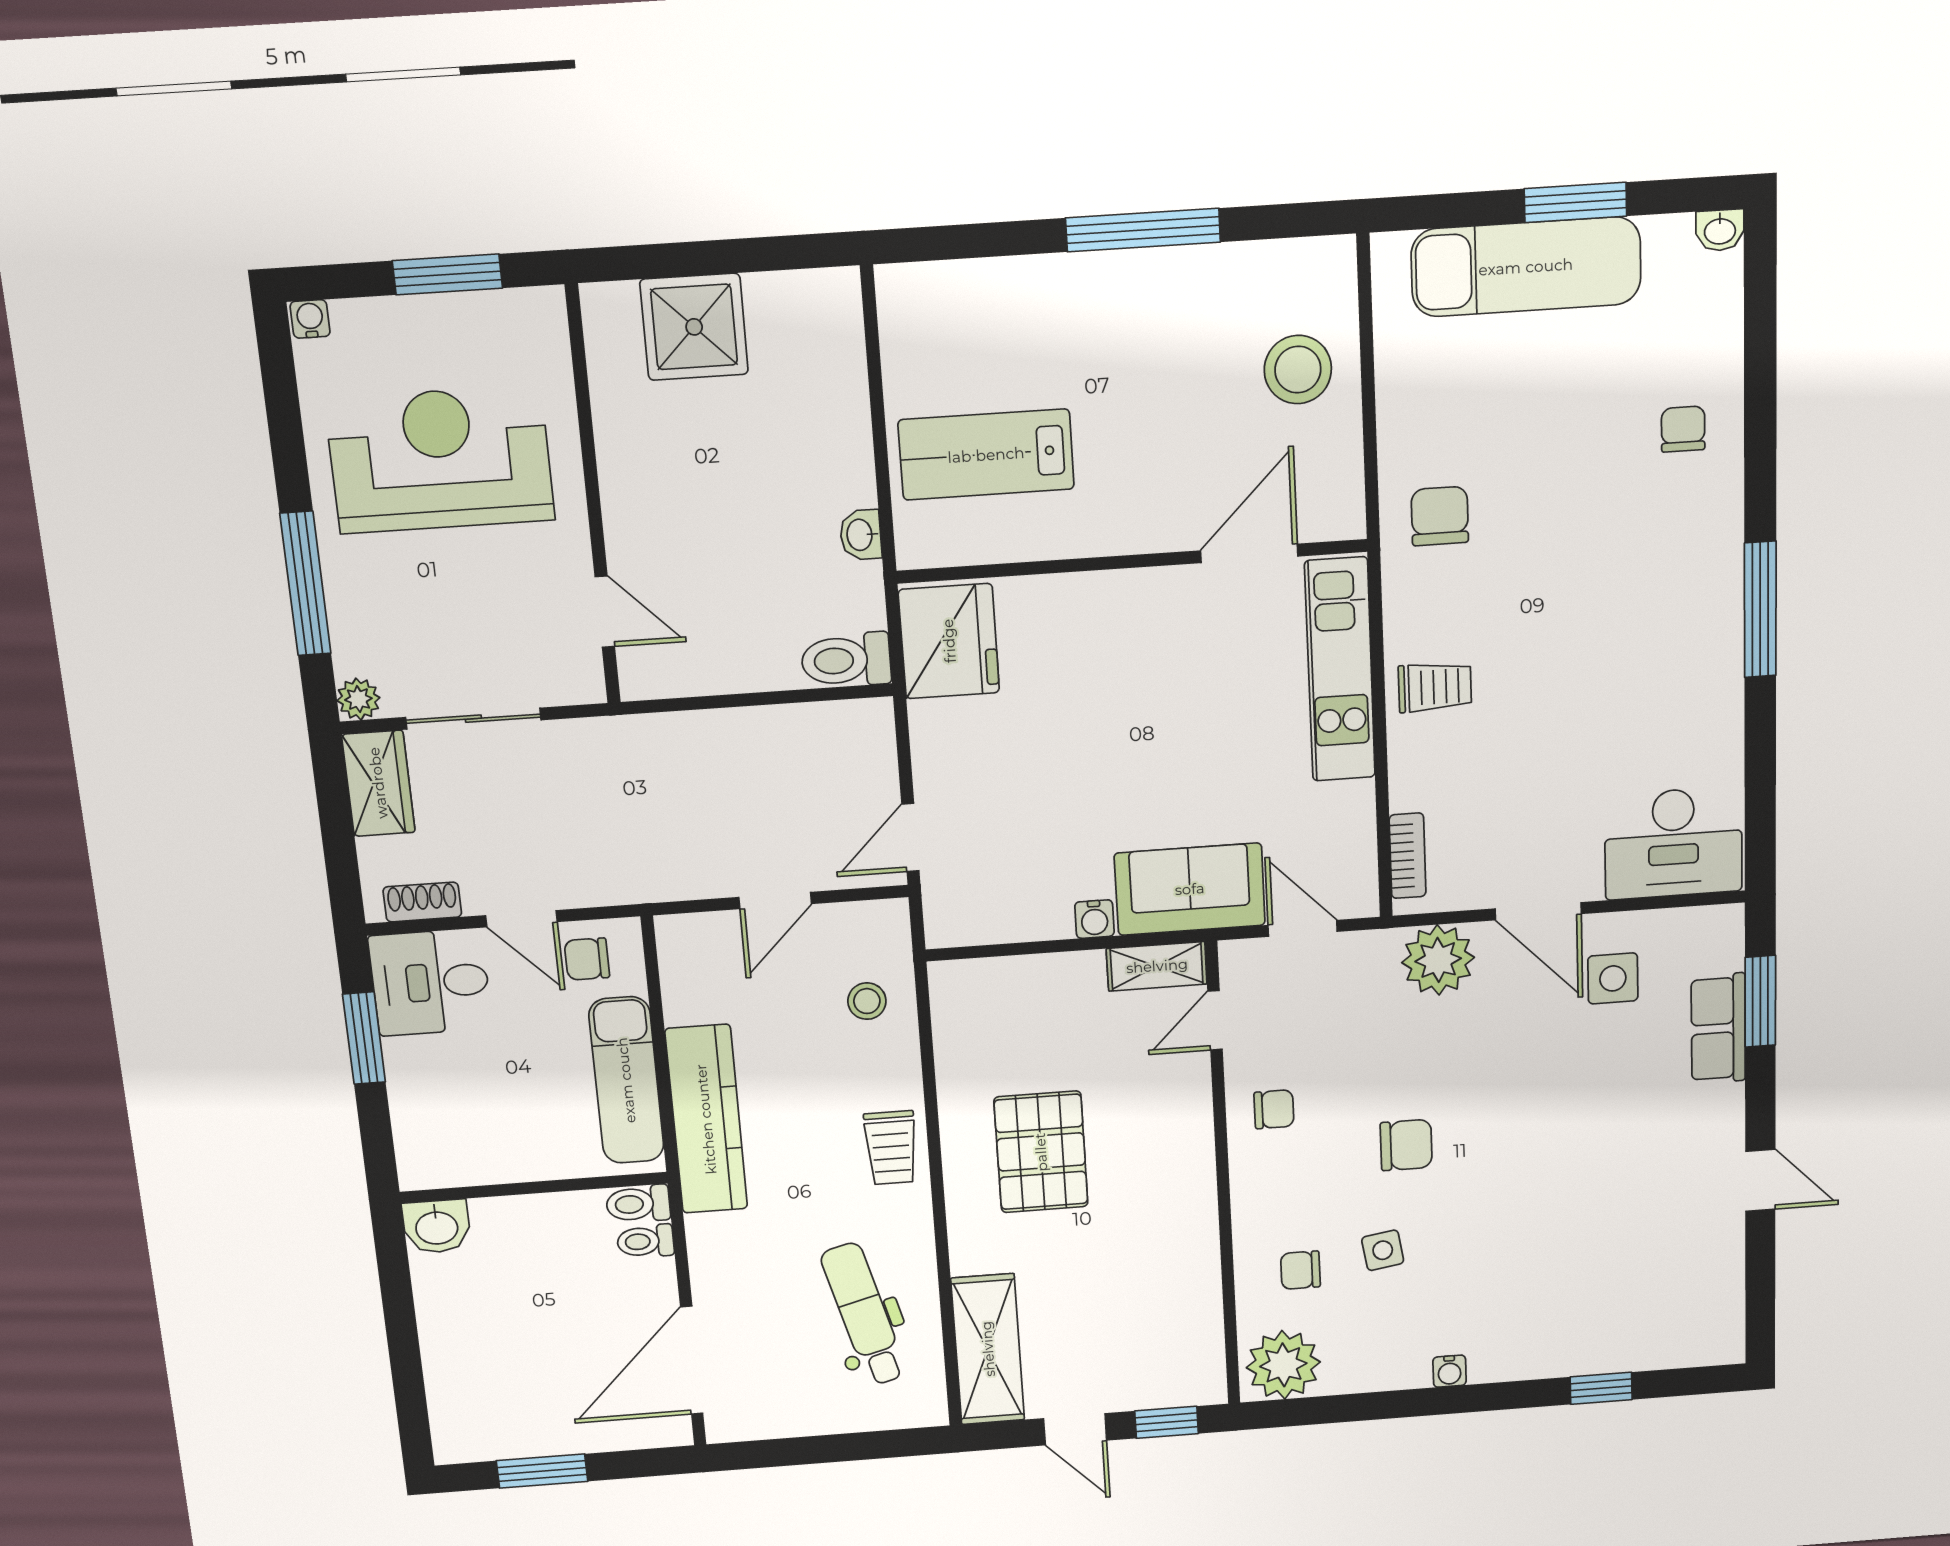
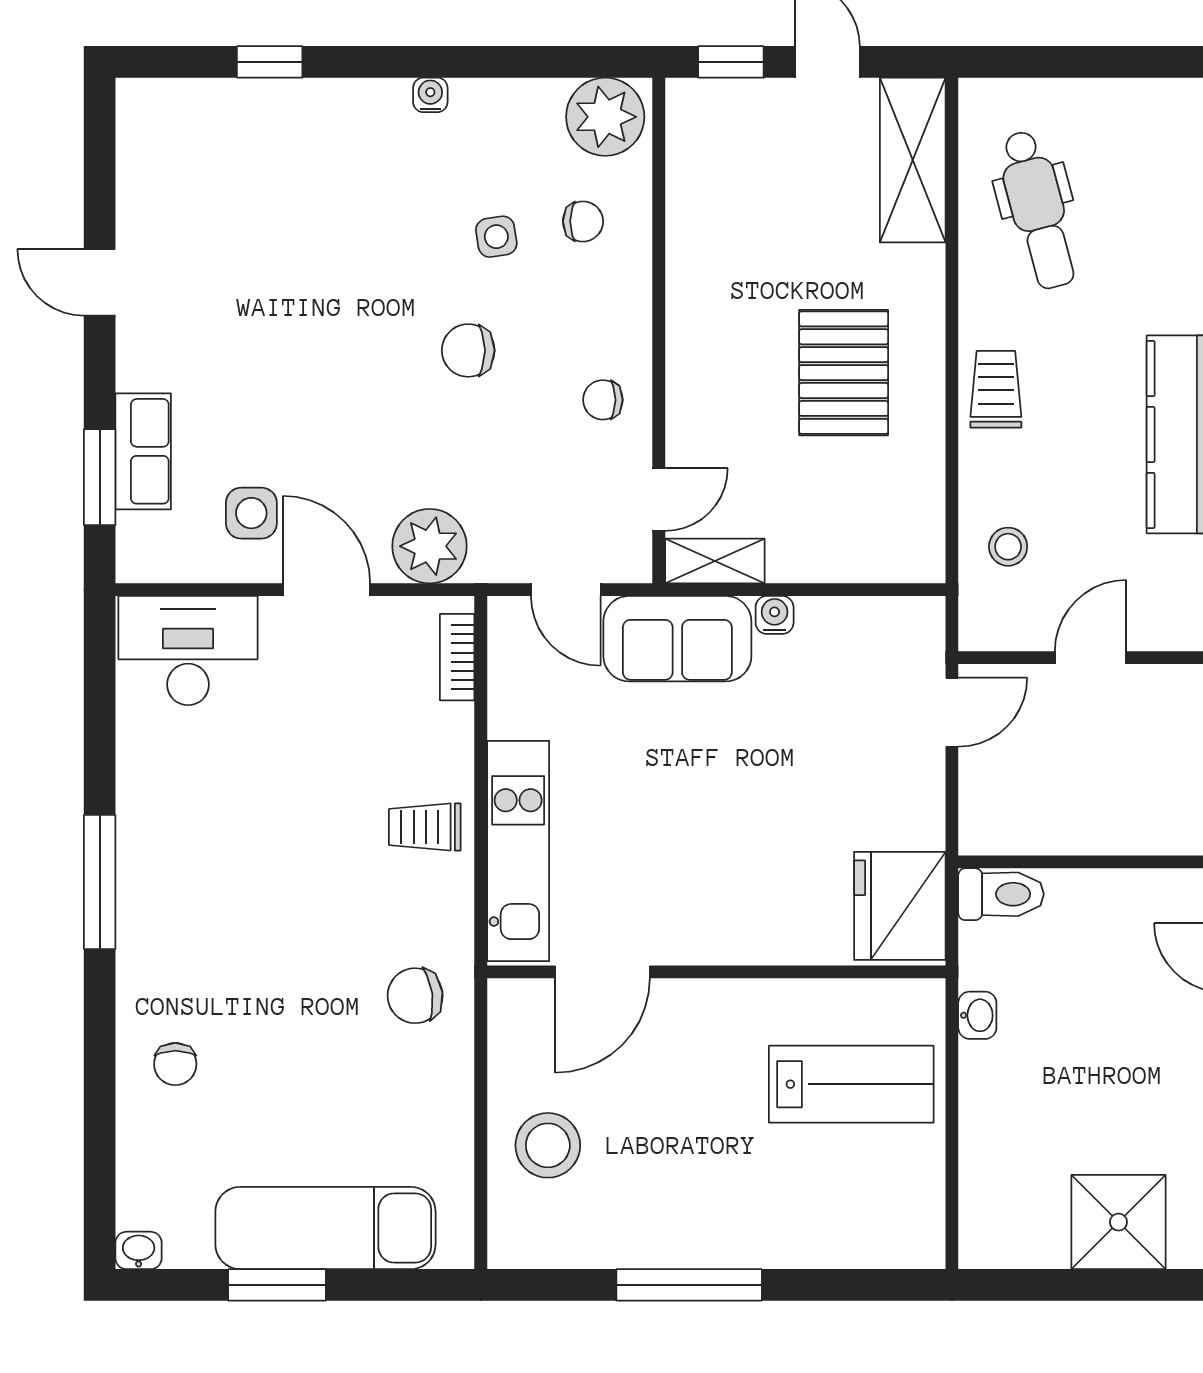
chair: (1440, 516) -> (415, 996), turned 82

